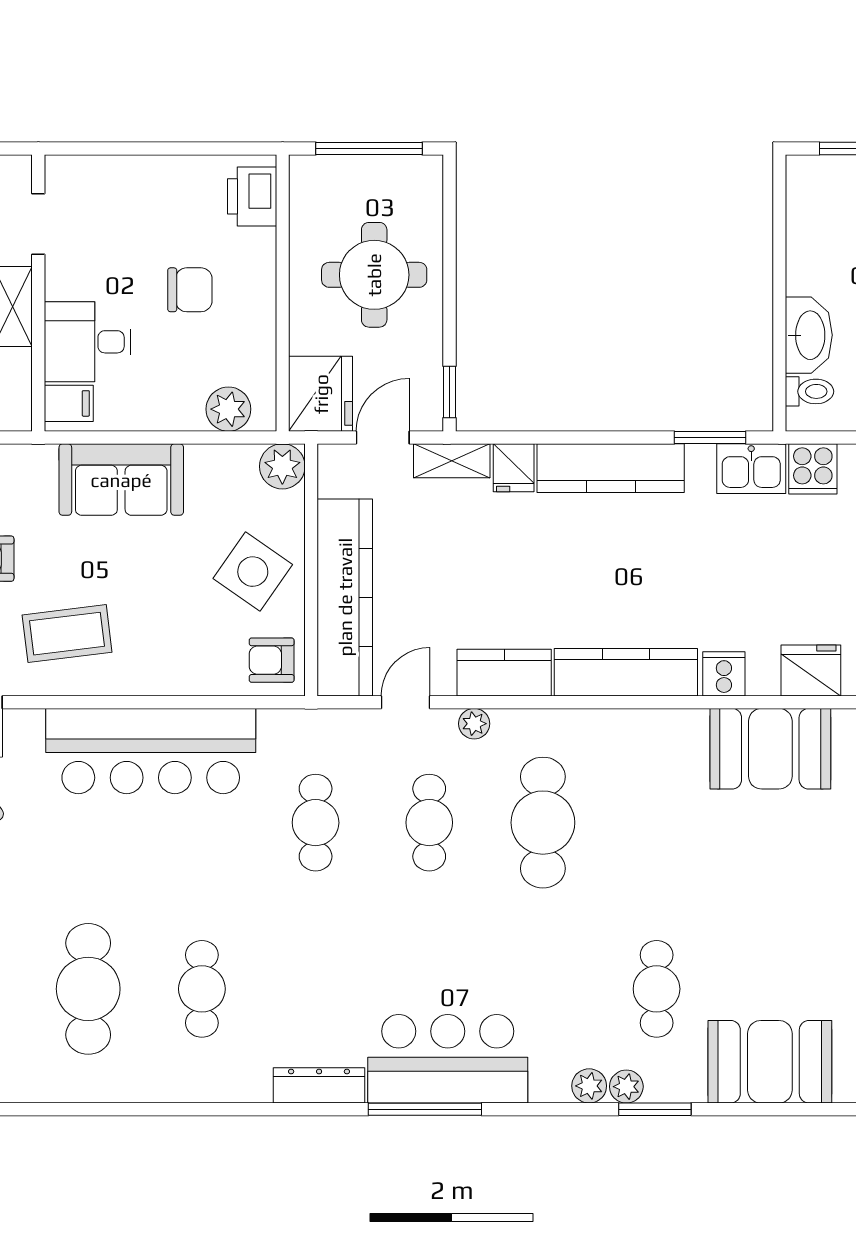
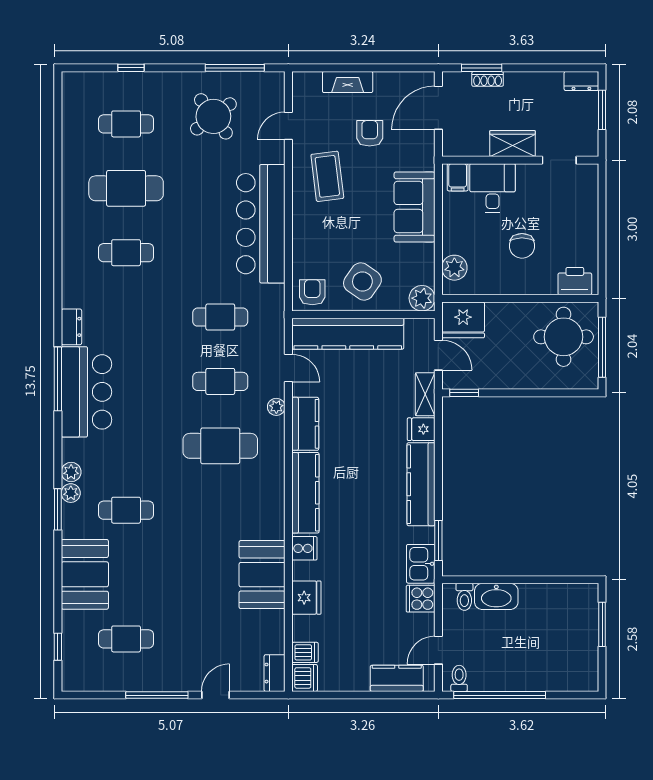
round table: (374, 275) -> (564, 337), moved
dresser: (319, 1085) -> (71, 327), width x0.70

